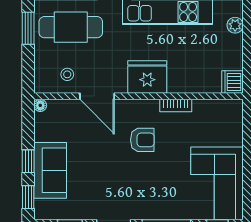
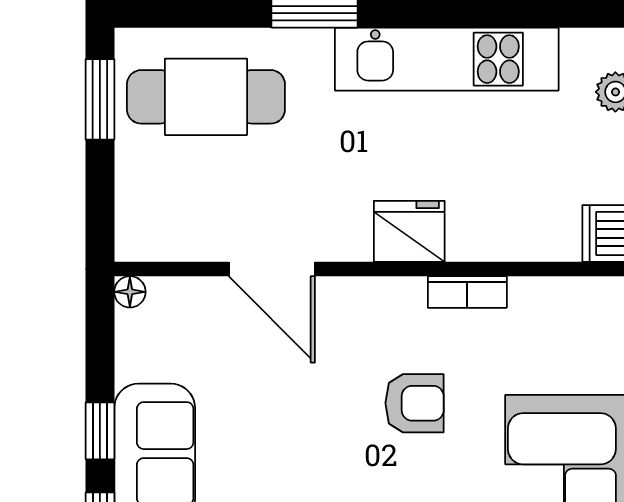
stool: (67, 74) -> (197, 215), removed
fridge: (147, 77) -> (409, 231), width x0.73, depth x0.75
armchair: (142, 140) -> (415, 403), moved

